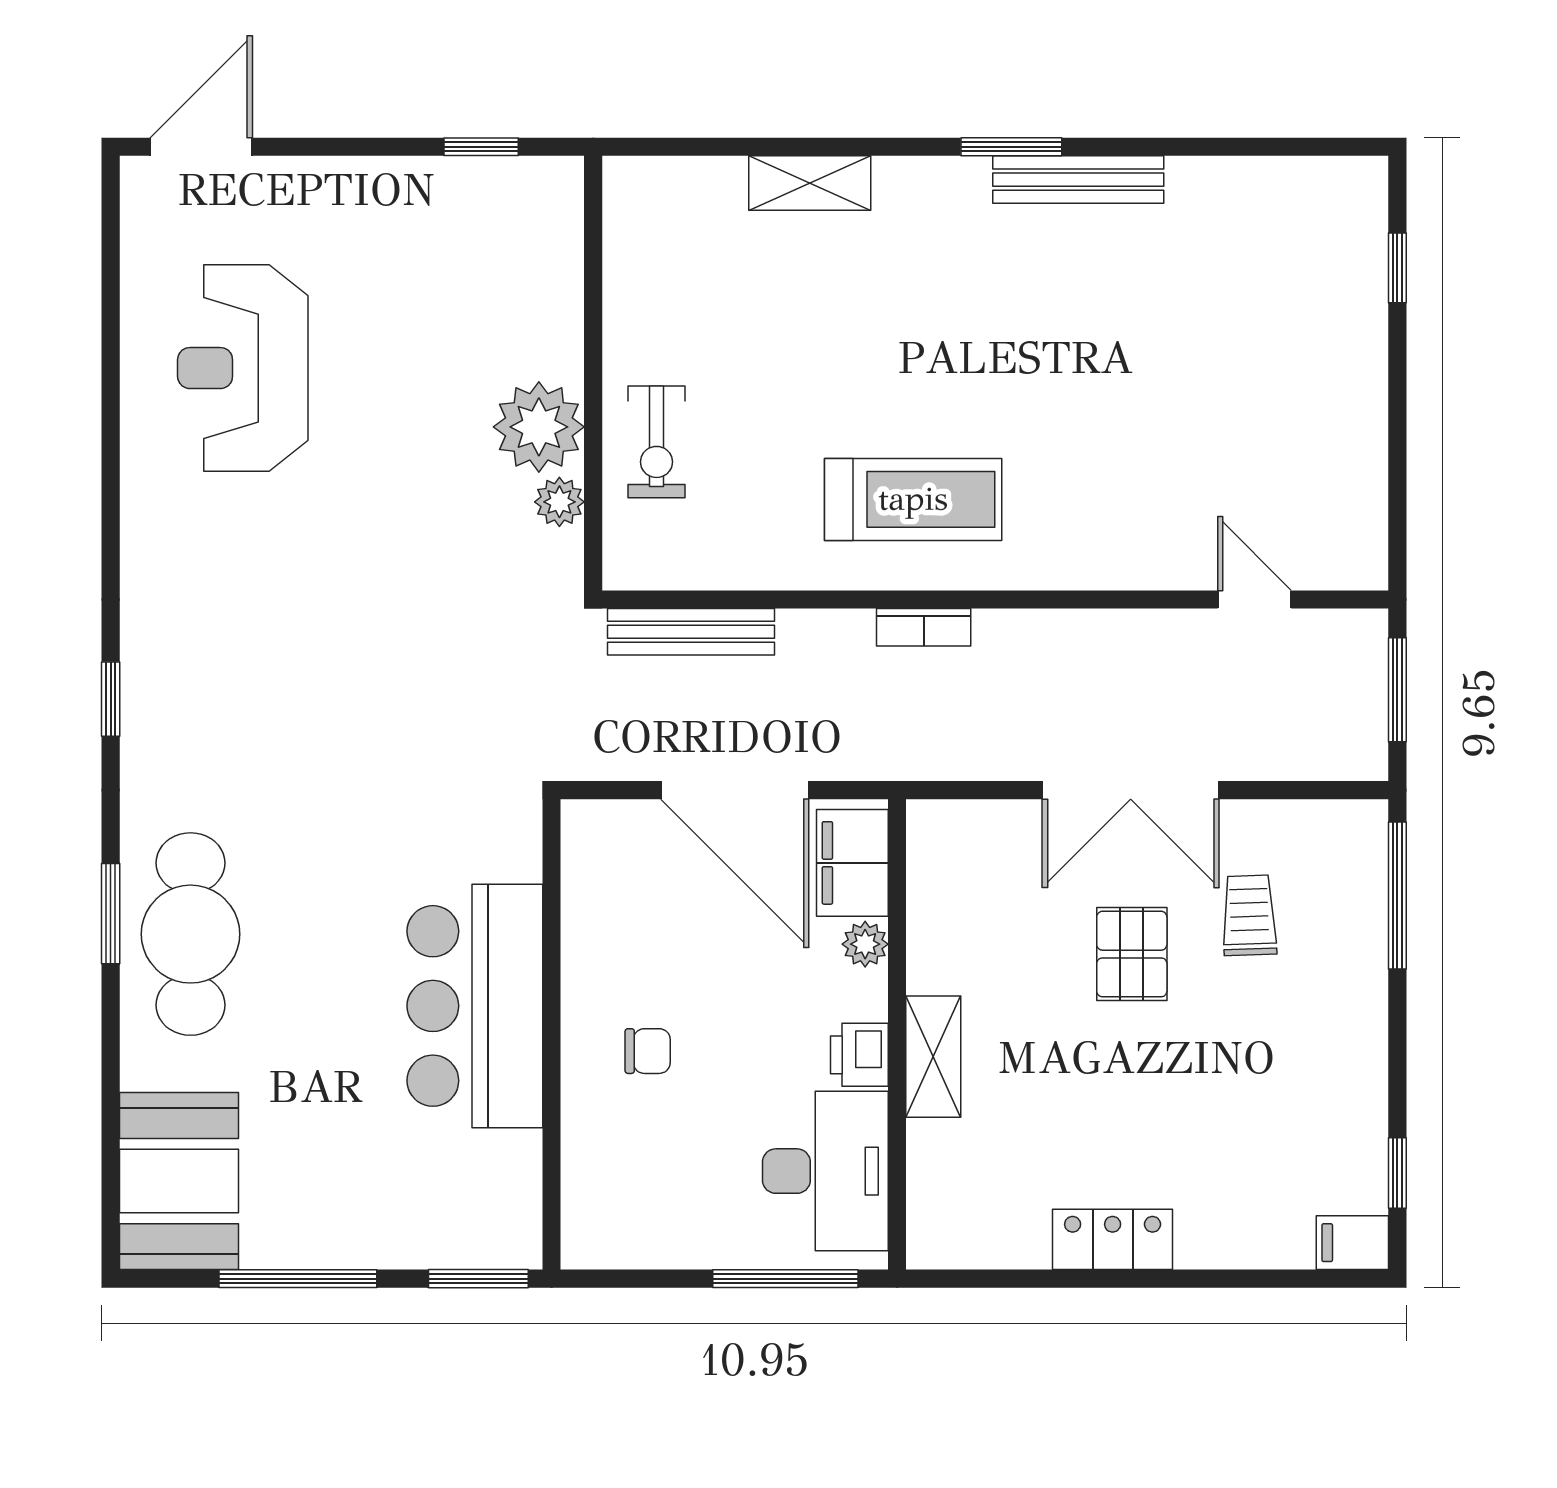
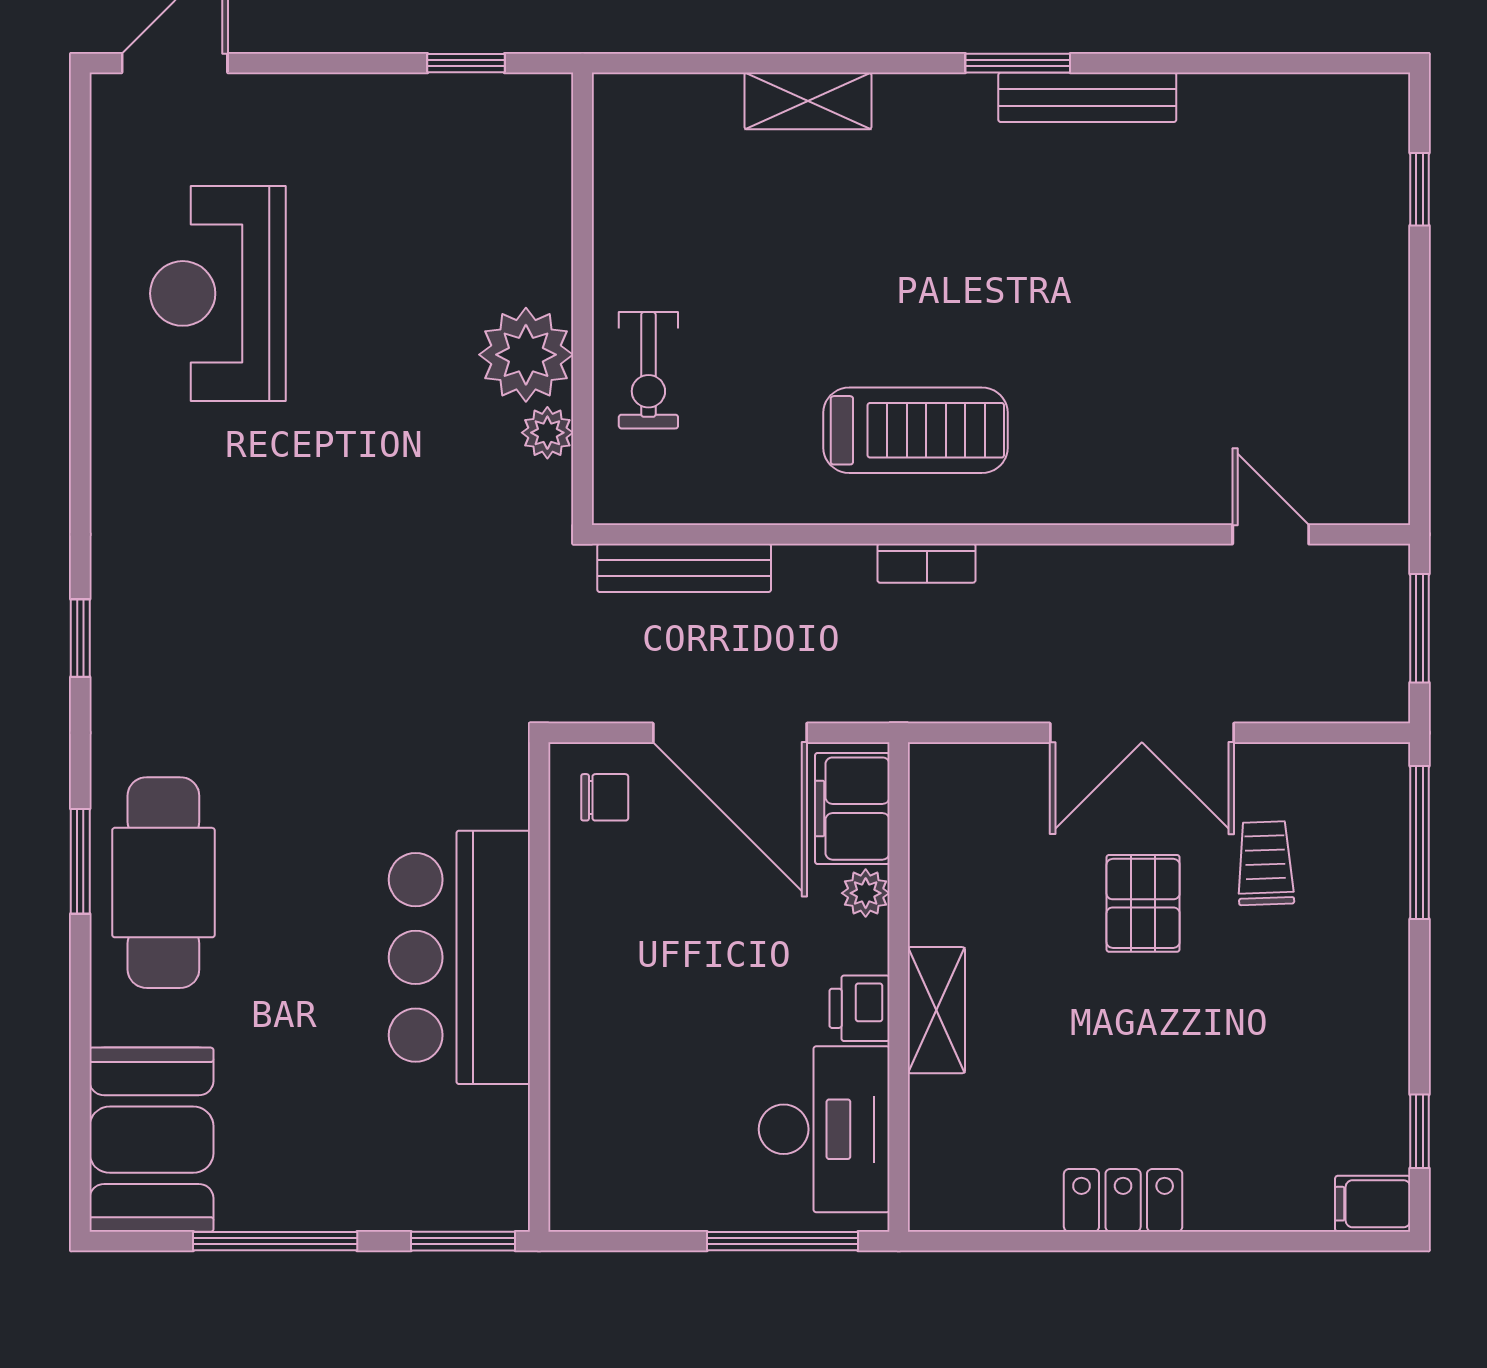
chair: (648, 1051) -> (605, 797), moved

